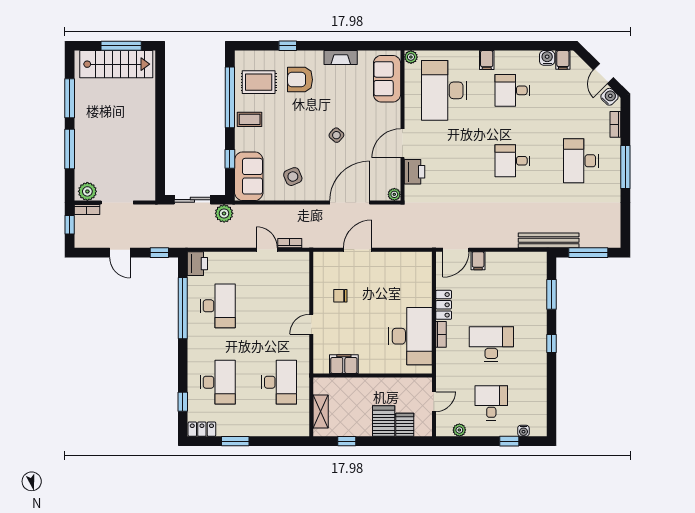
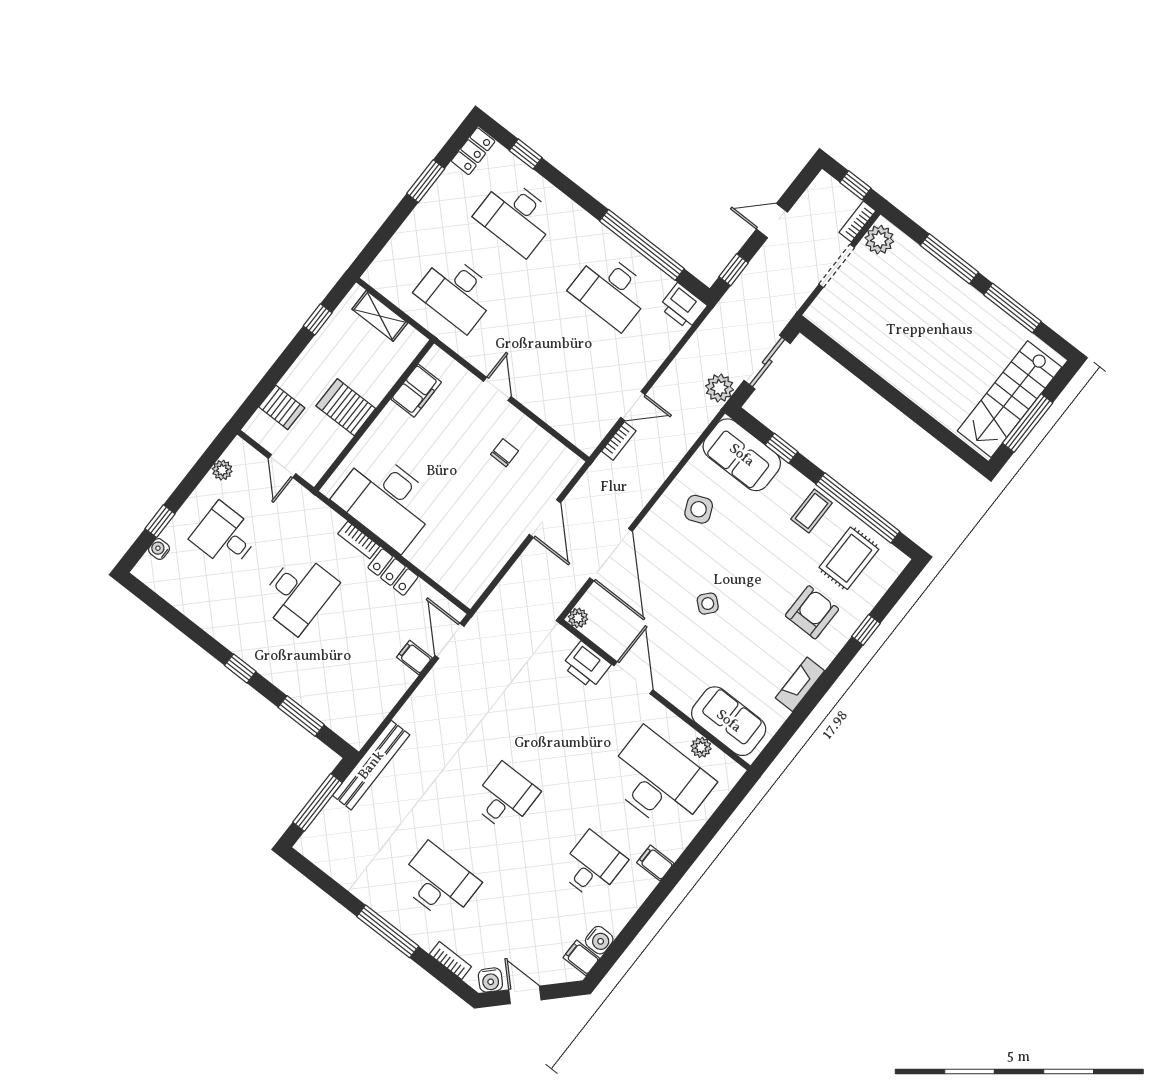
plant: (411, 57) -> (701, 747), moved
desk: (491, 403) -> (225, 536), turned 180
server rack: (384, 421) -> (346, 407), moved, turned 180

